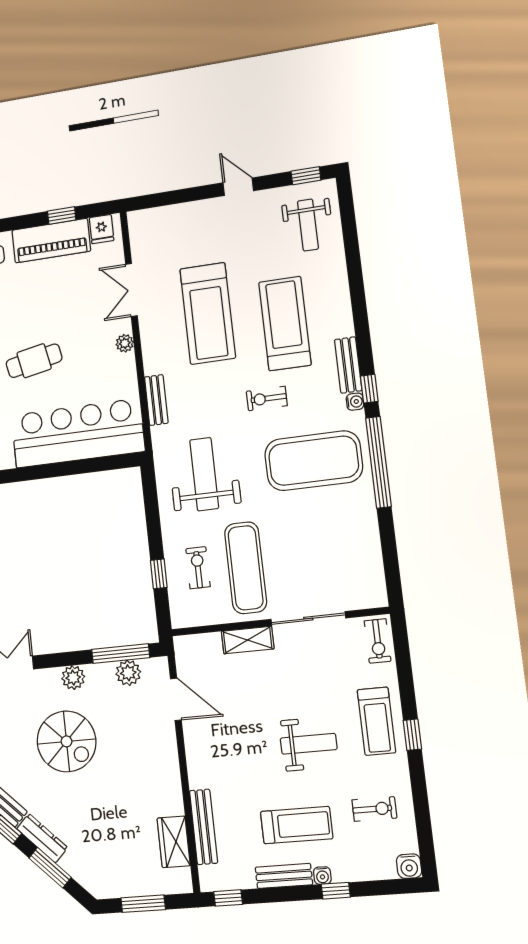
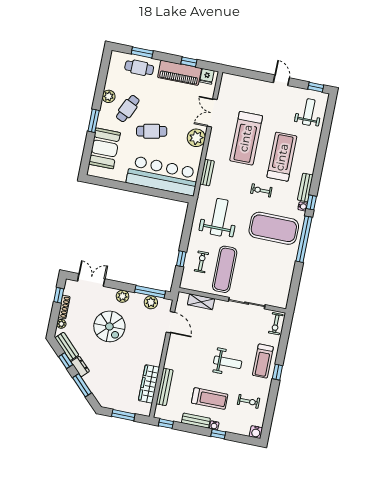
weight bench: (308, 225) -> (309, 112), turned 180
plant: (125, 343) -> (196, 138), width x1.88, depth x1.88
shelving: (248, 640) -> (201, 302), moved
dresser: (42, 838) -> (80, 366), width x0.70
wardrobe: (174, 842) -> (149, 384), width x1.50

